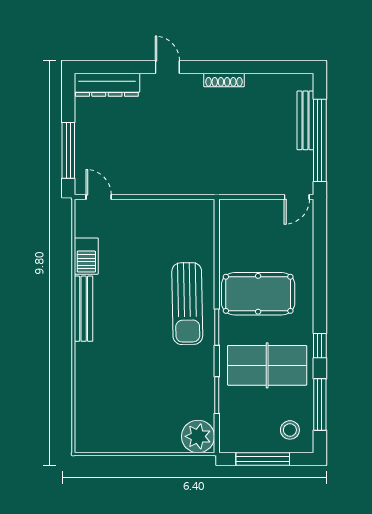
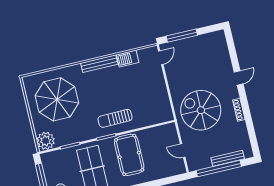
dresser: (107, 85) -> (222, 48), removed
spiral stairs: (209, 148) -> (201, 110), added
door: (297, 197) -> (183, 151), moved
sun lounger: (187, 304) -> (115, 118), width x0.73, depth x0.75
parasol: (129, 399) -> (57, 99), added

